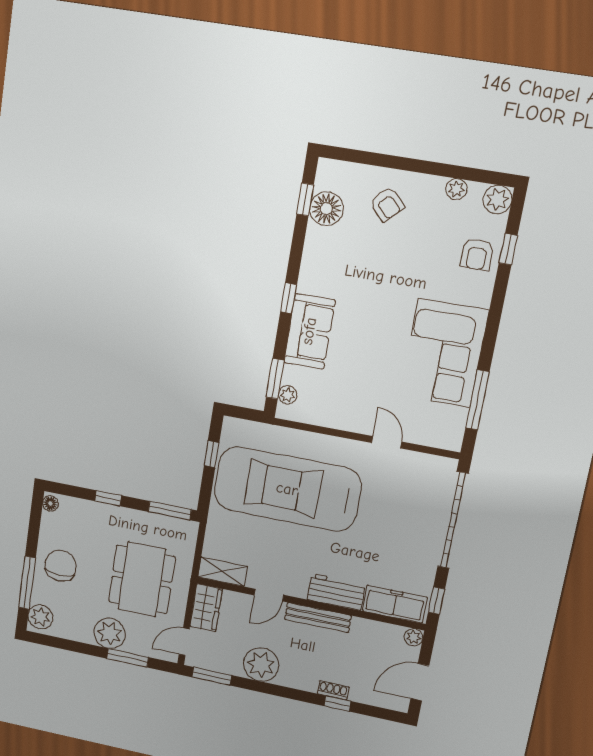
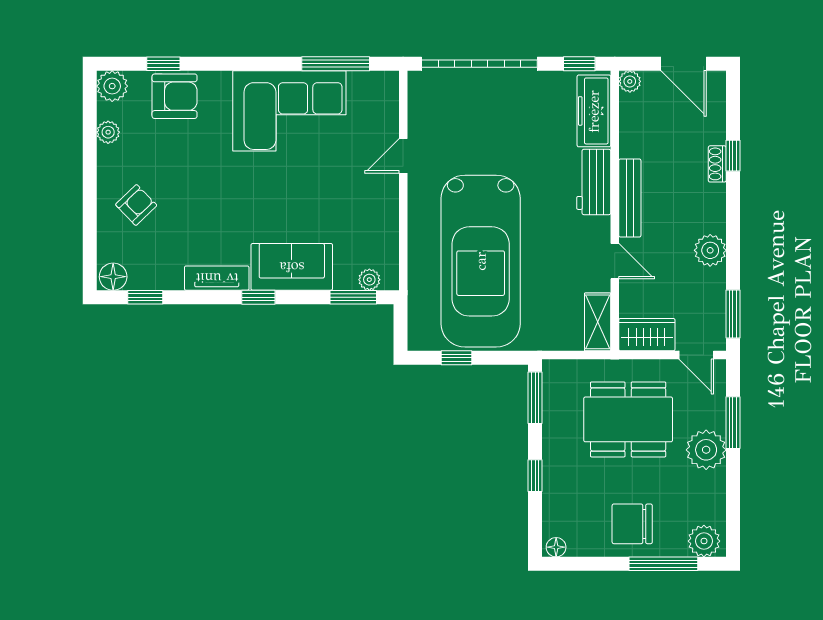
floor lamp: (326, 209) -> (113, 277), moved, width x0.73, depth x0.73
armchair: (477, 254) -> (175, 96), width x1.38, depth x1.38
tv unit: (311, 265) -> (217, 278), added
plant: (261, 665) -> (710, 250), width x0.73, depth x0.73

